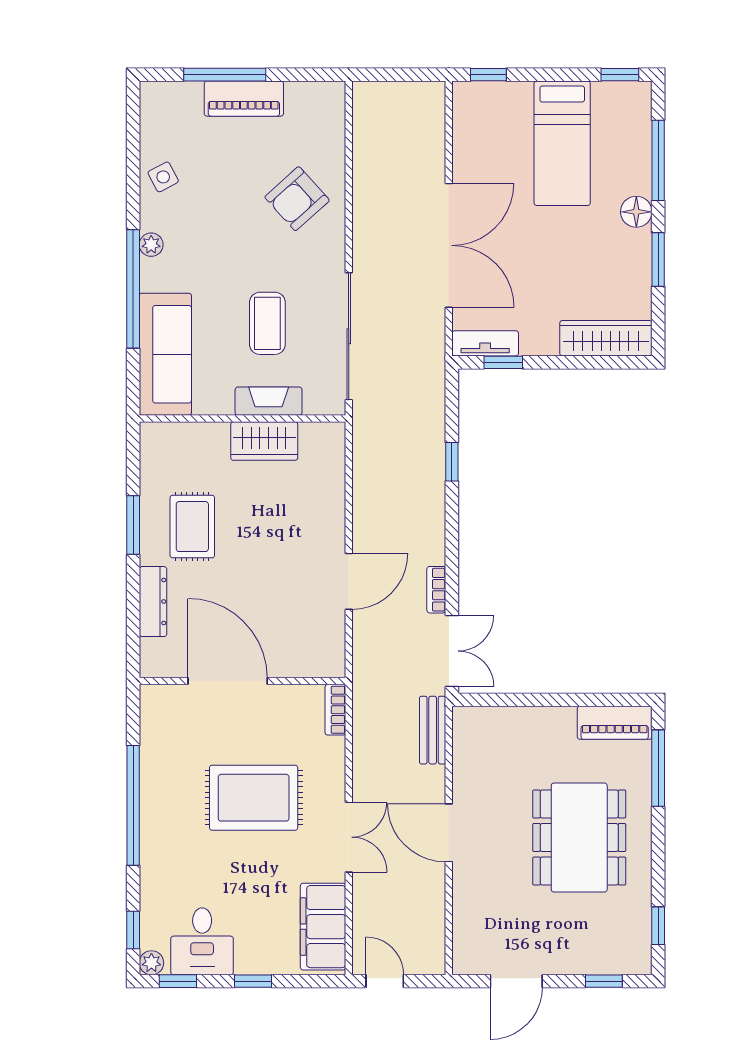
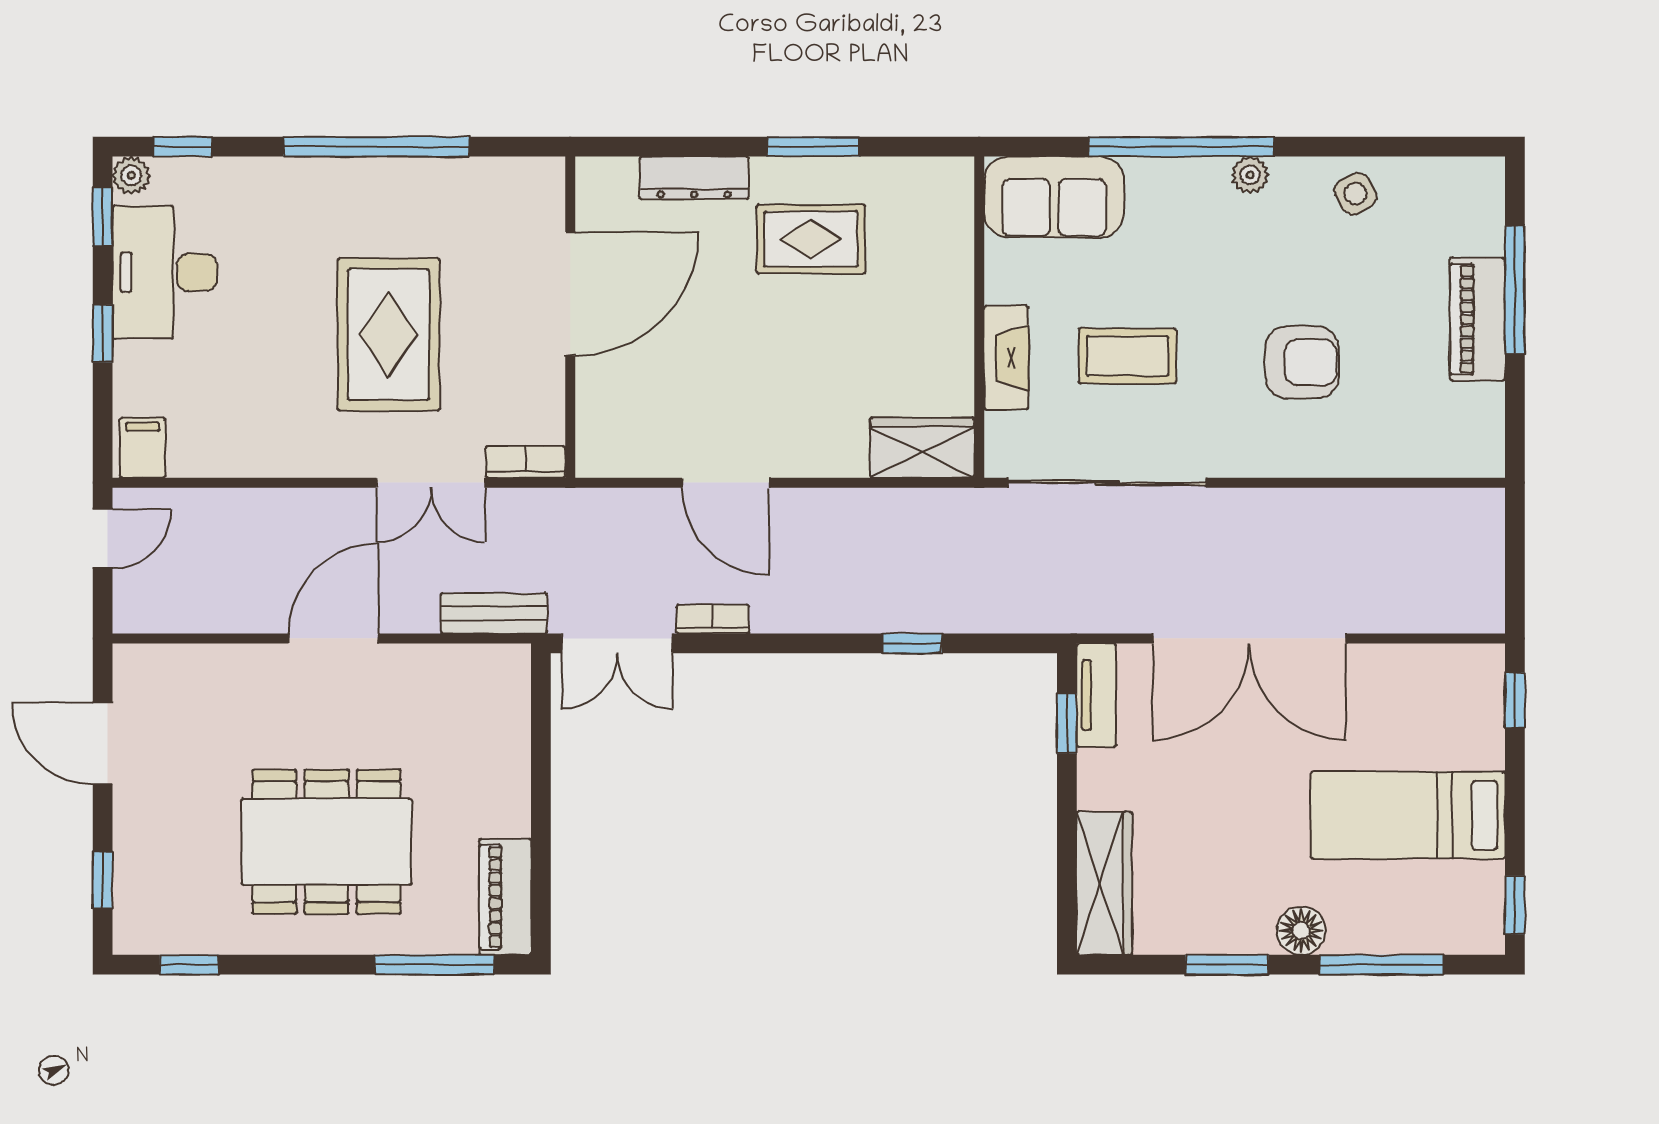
armchair: (297, 199) -> (1302, 362), moved, turned 132
sofa: (165, 354) -> (1054, 197), width x0.73
wardrobe: (264, 441) -> (922, 448), moved, turned 90
double door: (349, 837) -> (431, 483), moved
filing cabinet: (323, 927) -> (143, 448), width x0.33, depth x0.86
desk: (202, 941) -> (165, 272), width x1.37

